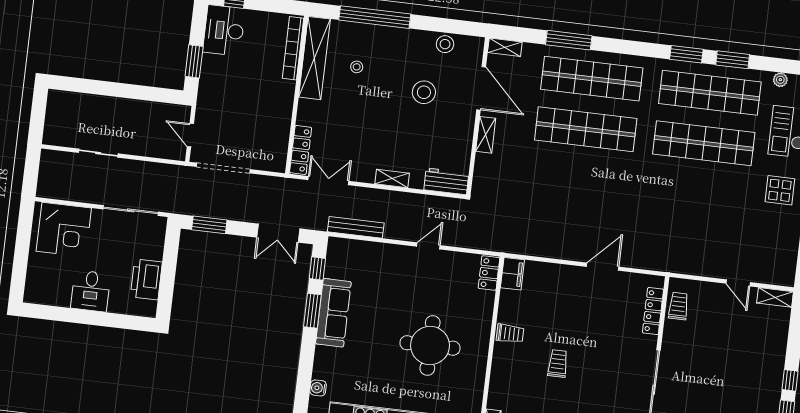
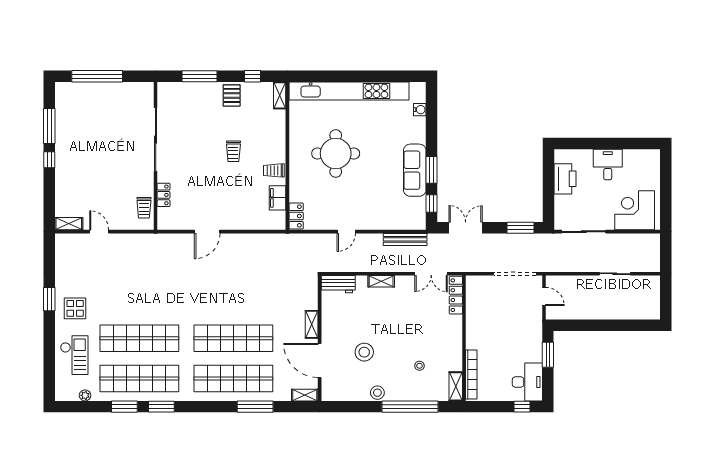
stool: (445, 44) -> (377, 393), moved
shelving: (314, 58) -> (456, 386), width x0.45, depth x0.75
filing cabinet: (512, 274) -> (278, 198), moved
locker: (653, 311) -> (164, 195), width x0.66

